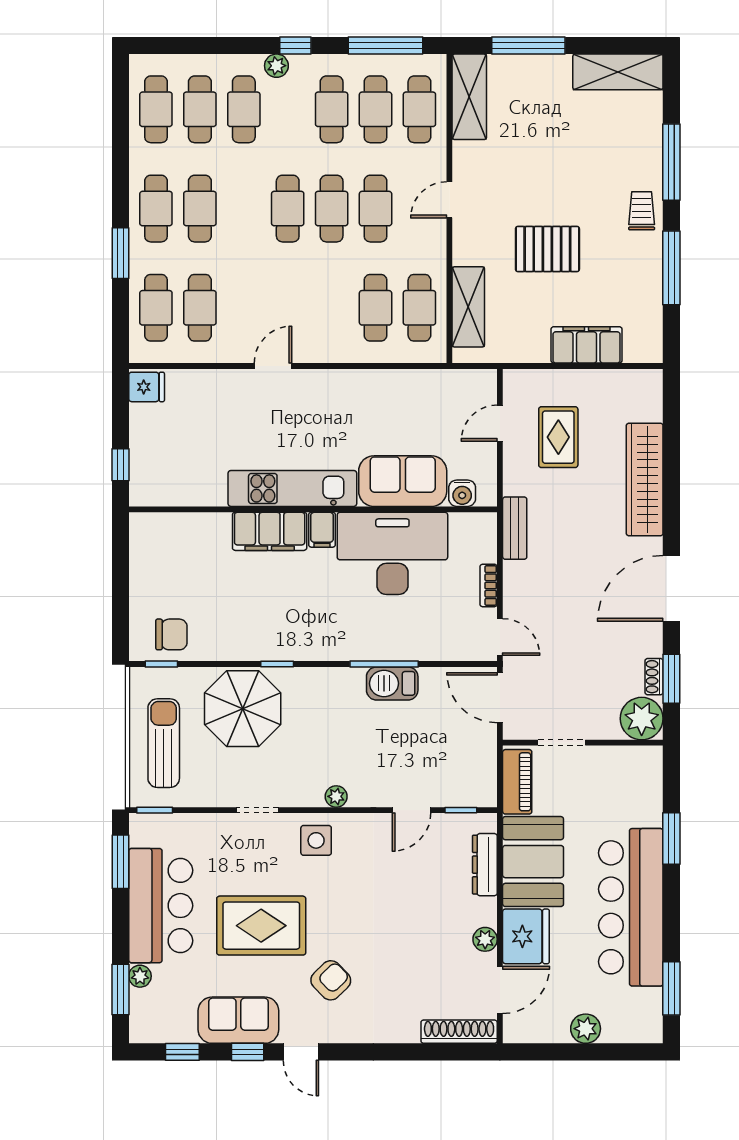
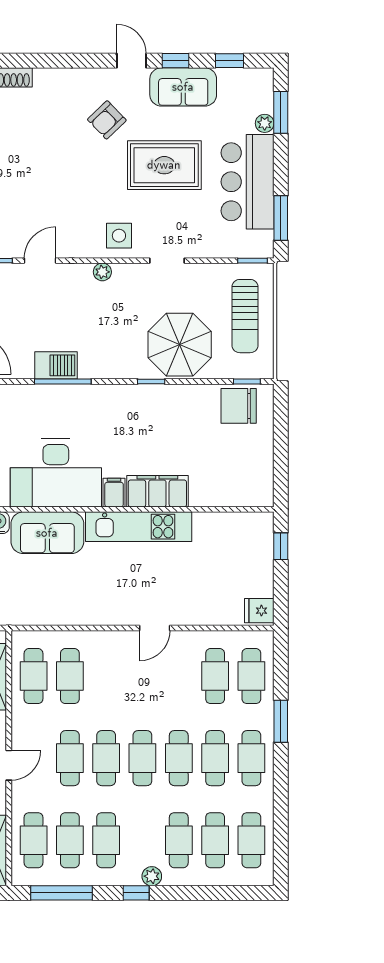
cafe table: (244, 209) -> (179, 758), added
chair: (171, 634) -> (239, 406), width x1.37, depth x1.37

